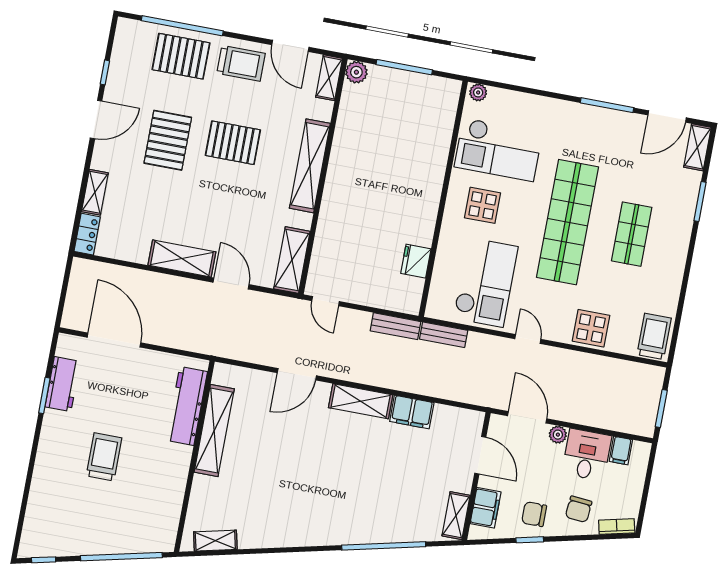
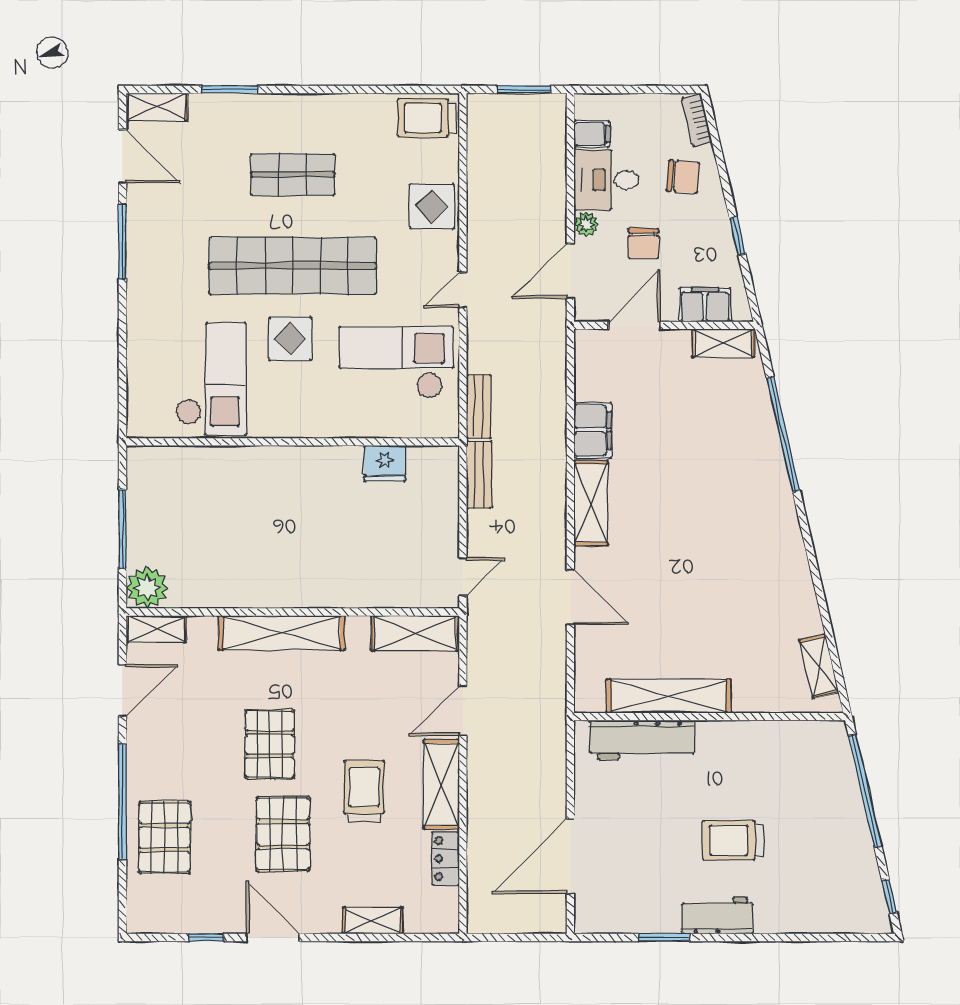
window: (182, 26) -> (122, 801), moved
trolley: (241, 63) -> (364, 791), moved
plant: (356, 72) -> (147, 588), width x1.36, depth x1.36
plant: (478, 92) -> (138, 421), removed
pallet: (168, 140) -> (283, 834), turned 90
display table: (483, 205) -> (290, 339), moved
locker: (87, 234) -> (446, 859), moved, turned -90
workbench: (63, 384) -> (717, 916), moved
chair: (534, 514) -> (643, 243), moved

